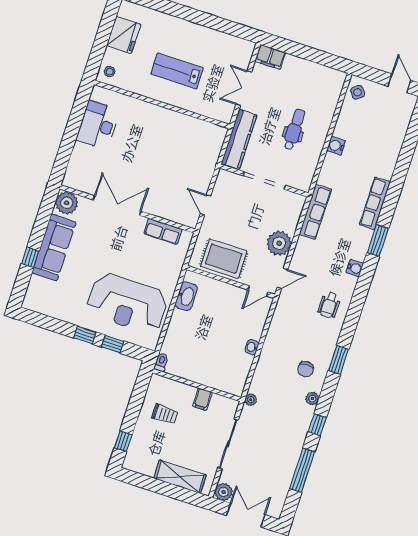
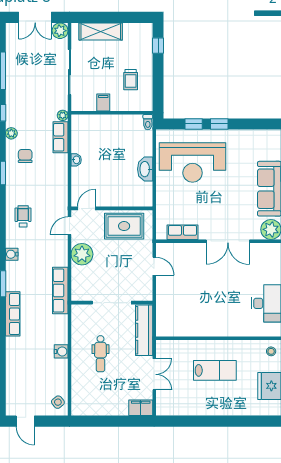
washbasin: (186, 296) -> (145, 169), moved
reception desk: (127, 303) -> (193, 162), turned 180
row of seats: (261, 377) -> (60, 137), added
trolley: (165, 414) -> (131, 80), turned -90

